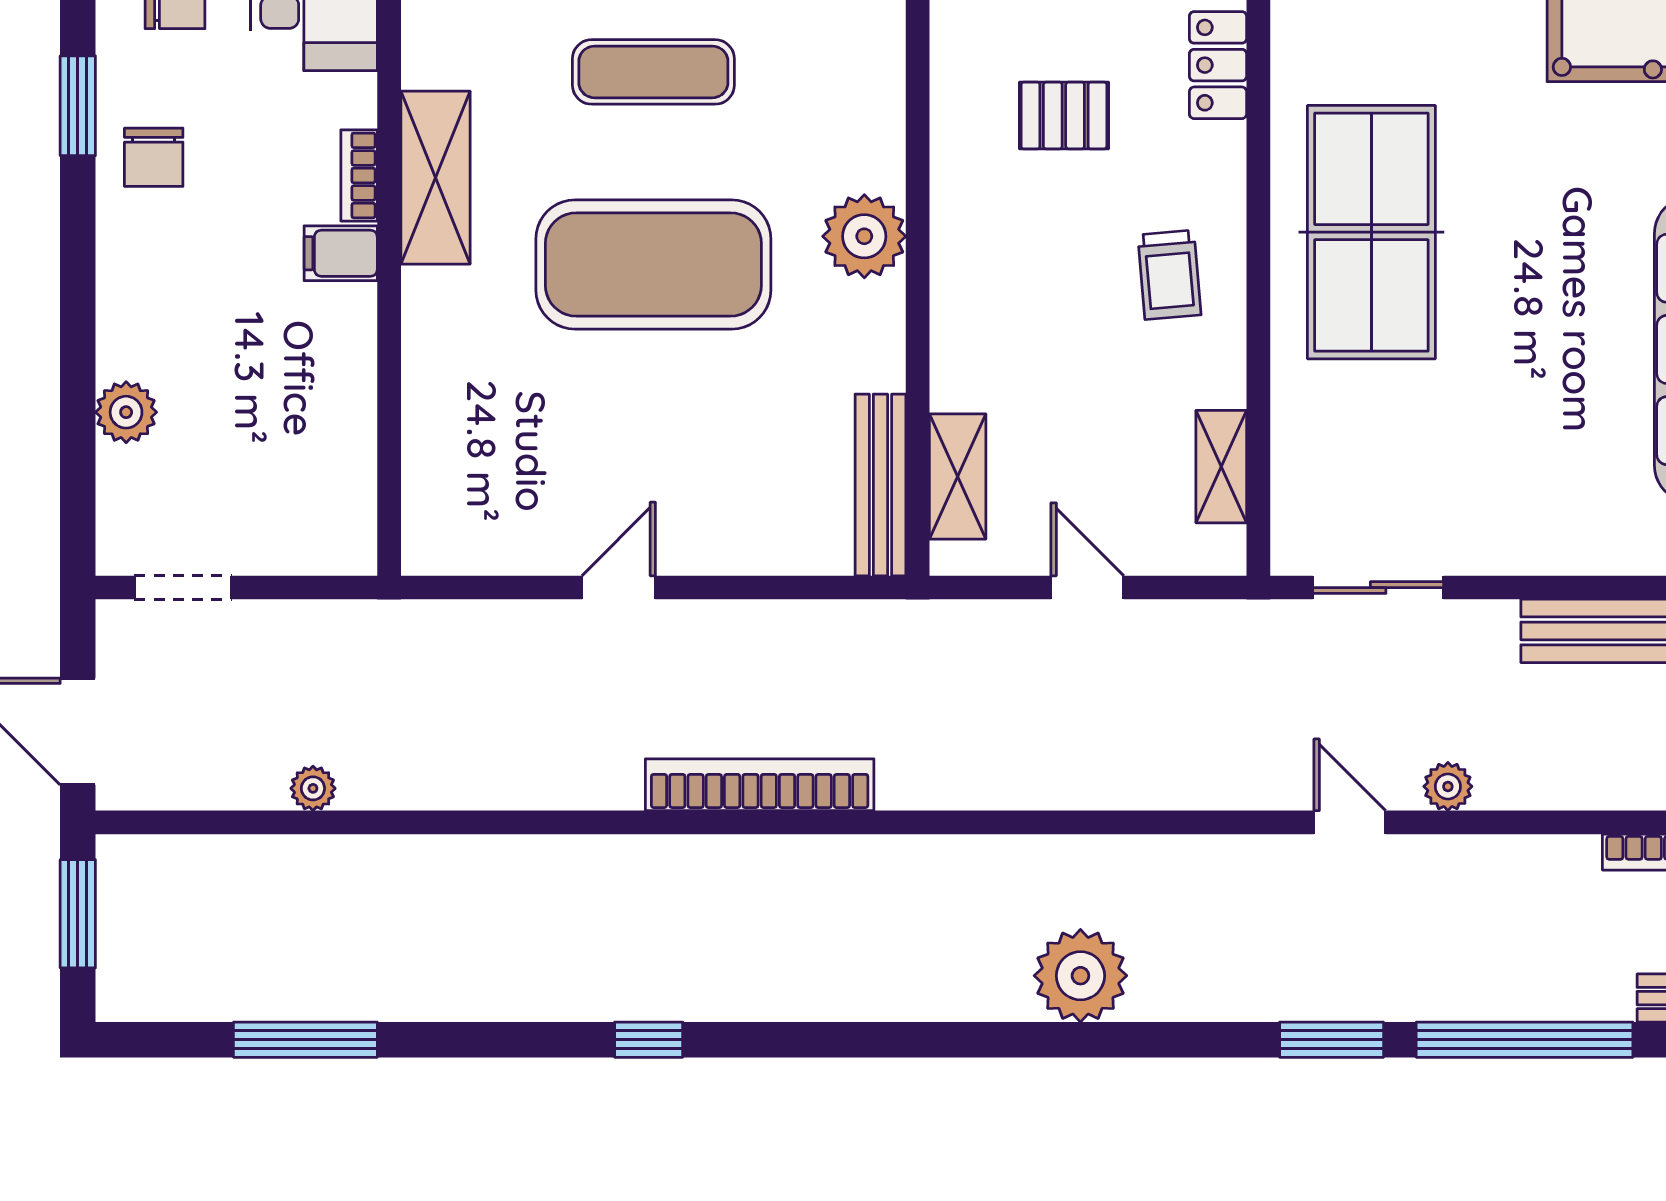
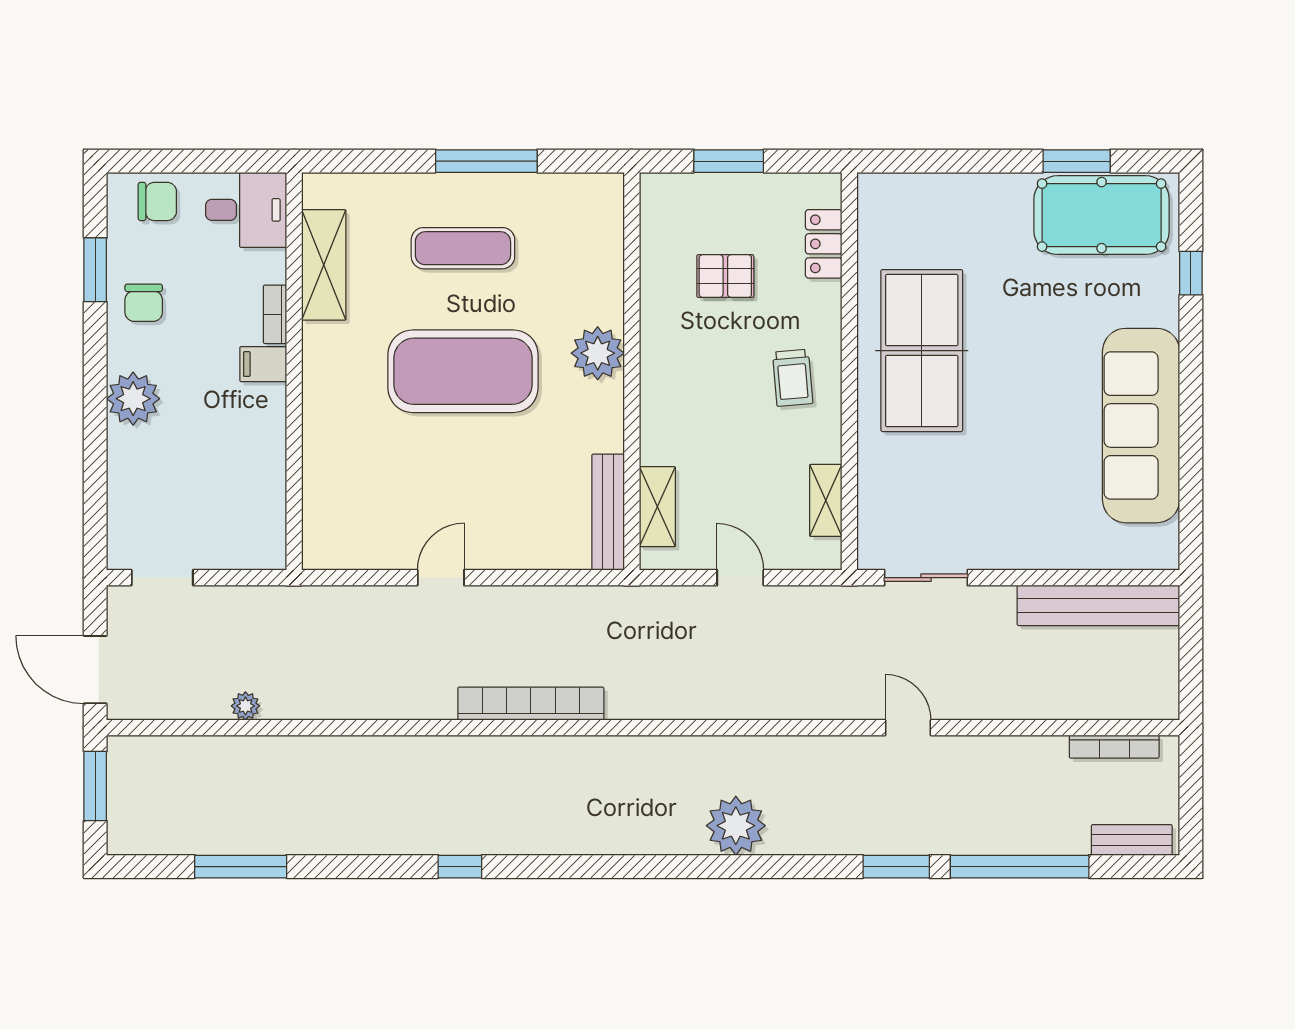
shelving: (435, 178) -> (324, 265), moved
plant: (126, 412) -> (133, 399), moved, width x1.36, depth x1.36
plant: (1448, 786) -> (971, 705), removed

